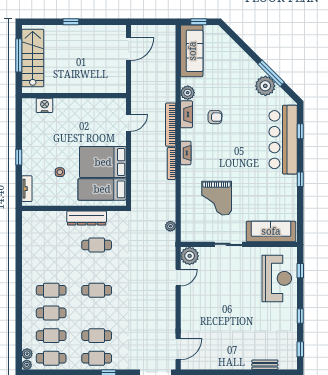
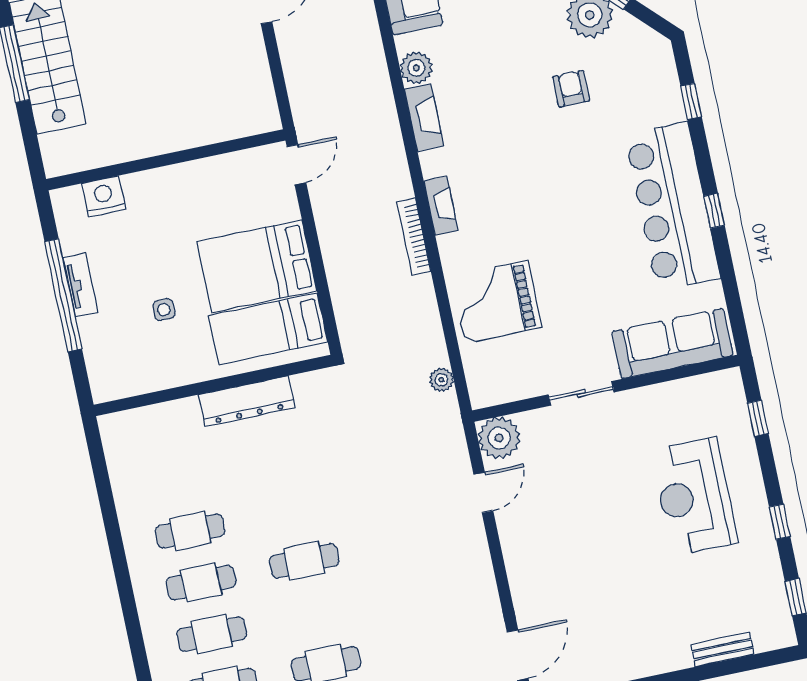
wall: (74, 96) -> (166, 160), moved
nightstand: (45, 105) -> (104, 196), moved
armchair: (215, 117) -> (571, 89), moved, turned -91
bookcase: (171, 125) -> (393, 148), removed
bar counter: (283, 140) -> (672, 206), moved
window: (19, 157) -> (63, 295), width x3.17
tv unit: (27, 189) -> (80, 285), moved
grand piano: (217, 198) -> (496, 302), moved, turned 90
cafe table: (97, 245) -> (190, 531), moved
reception desk: (277, 278) -> (694, 497), moved, turned 180

